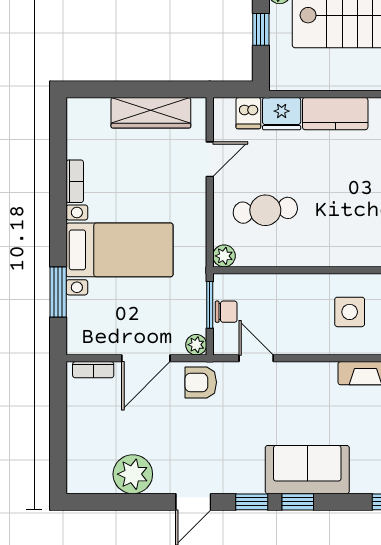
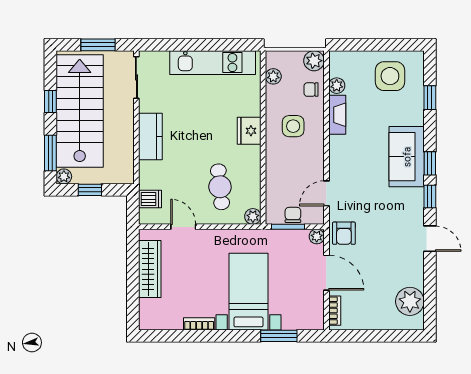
fridge: (282, 114) -> (249, 131), moved, turned 180
plant: (133, 474) -> (410, 301), moved

